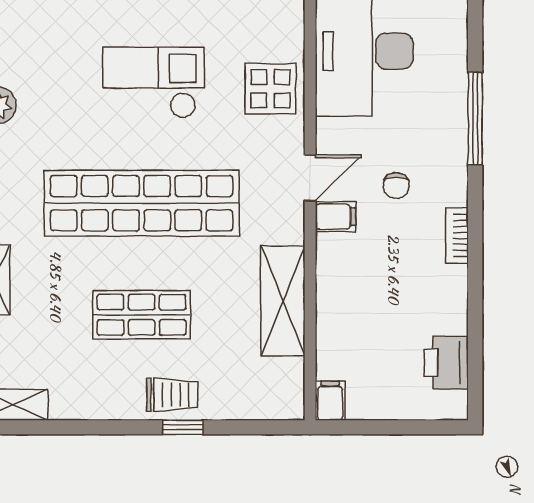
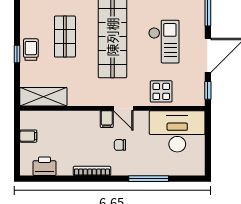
bookcase: (457, 236) -> (92, 171), width x1.56
shelving: (283, 301) -> (43, 97), moved
trolley: (172, 395) -> (31, 50), turned 180
filing cabinet: (330, 401) -> (28, 136), moved

